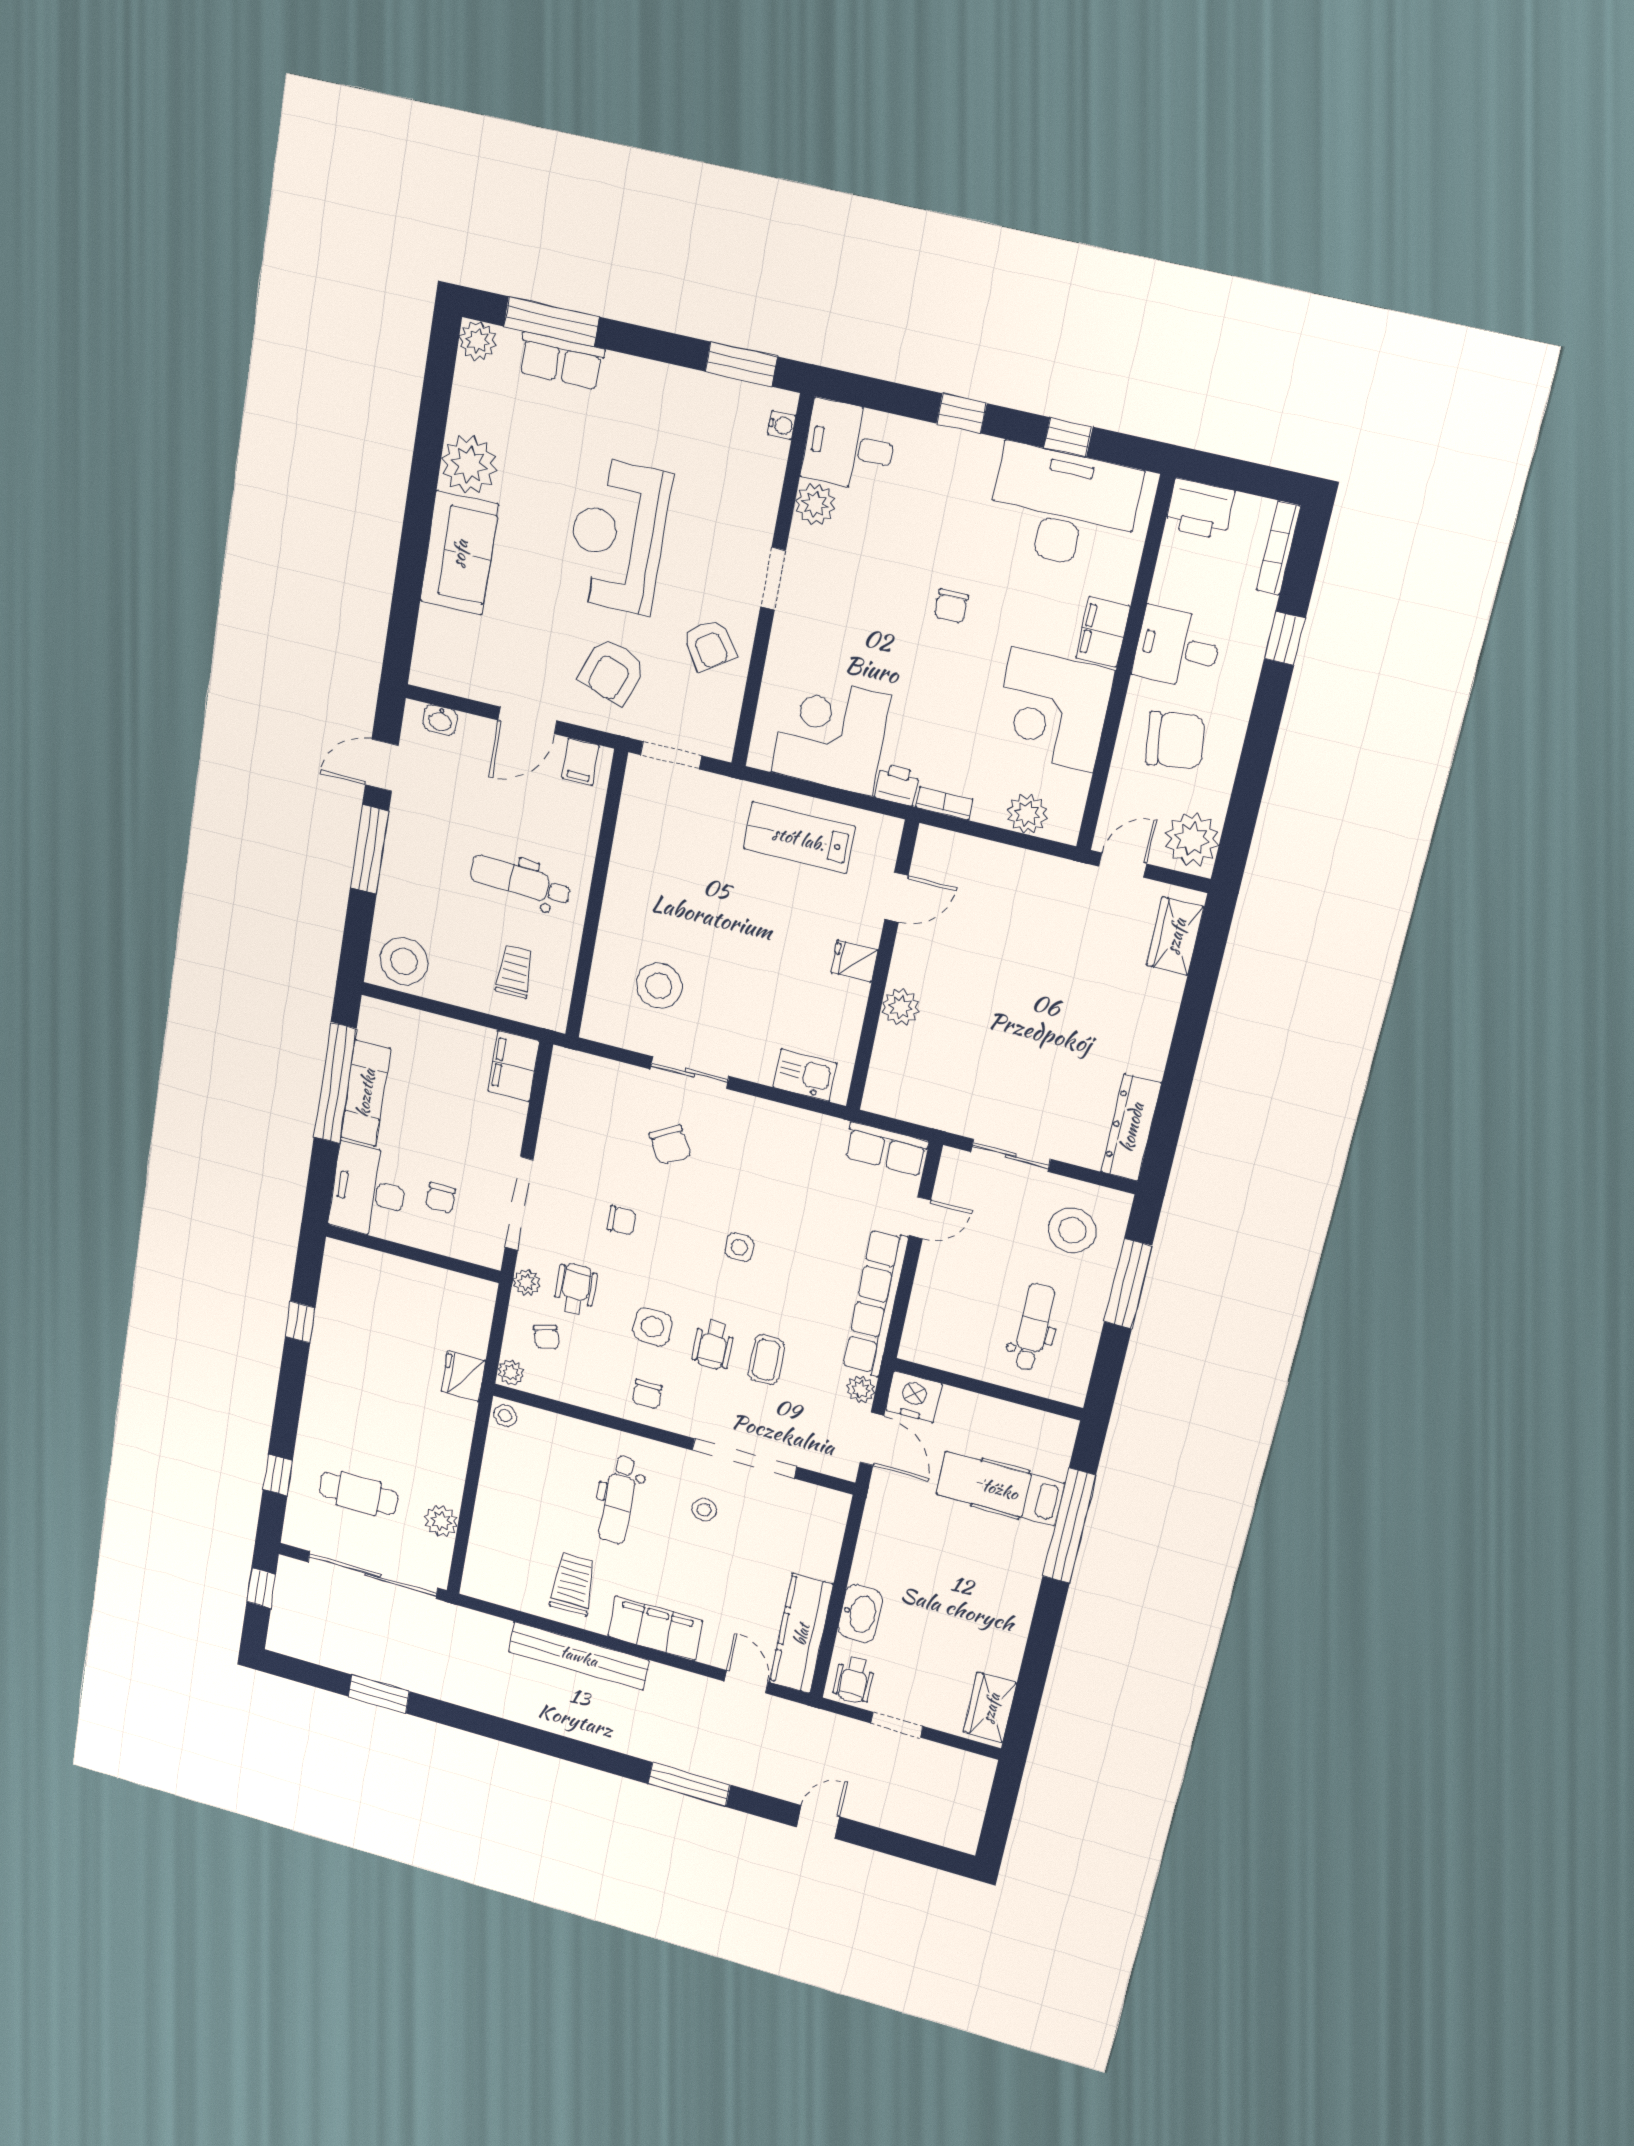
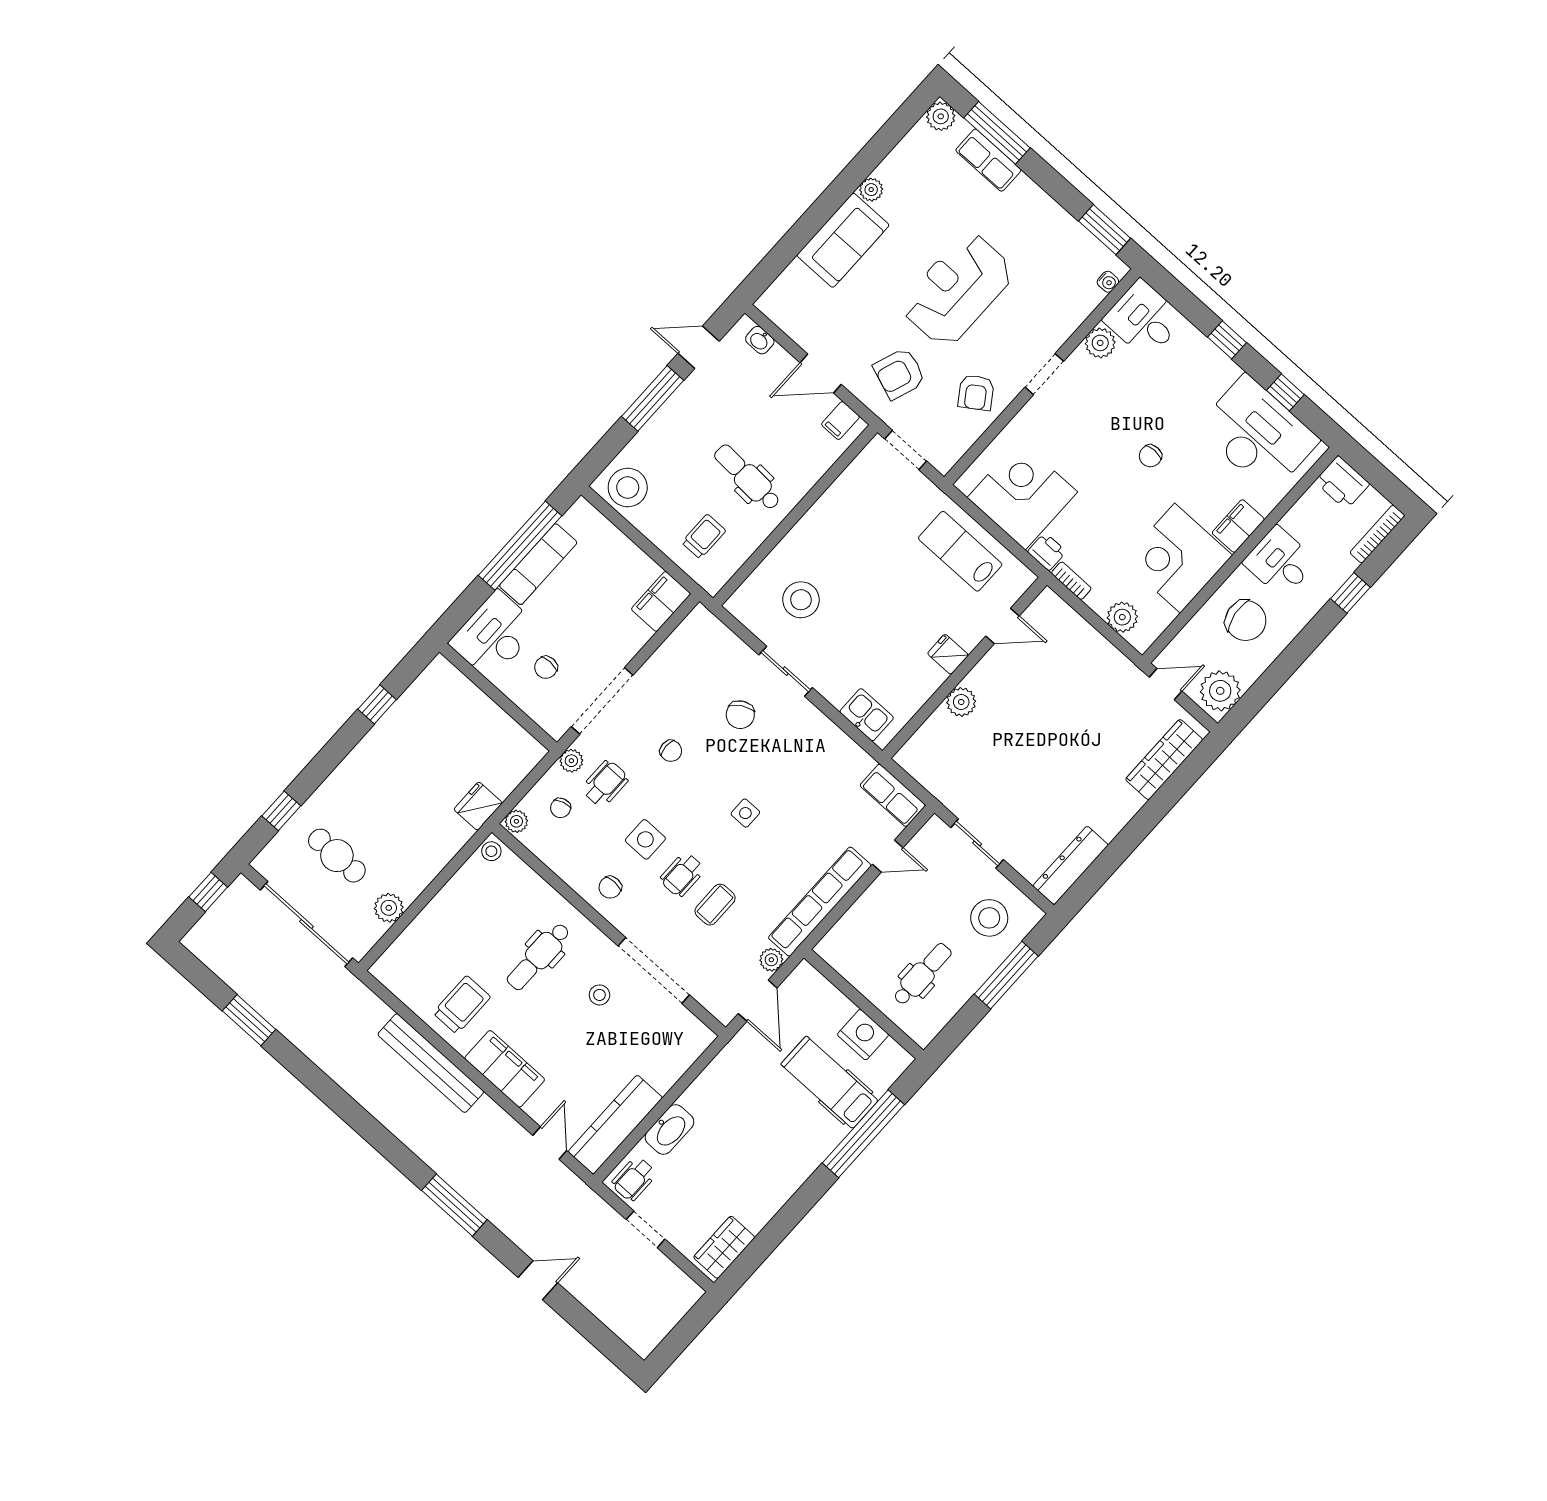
plant: (469, 465) -> (871, 190), width x0.53, depth x0.53
wardrobe: (1175, 936) -> (1164, 760), width x1.50
nightstand: (914, 1397) -> (863, 1035), moved

